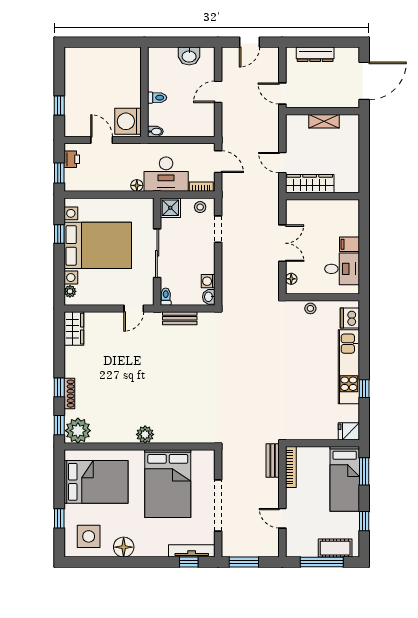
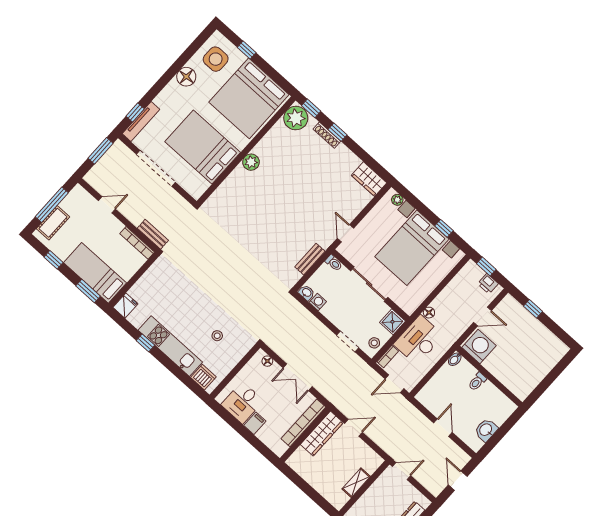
bookcase: (314, 206) -> (303, 423), added
stool: (310, 308) -> (217, 336), moved
bed: (96, 482) -> (249, 98), width x1.36

